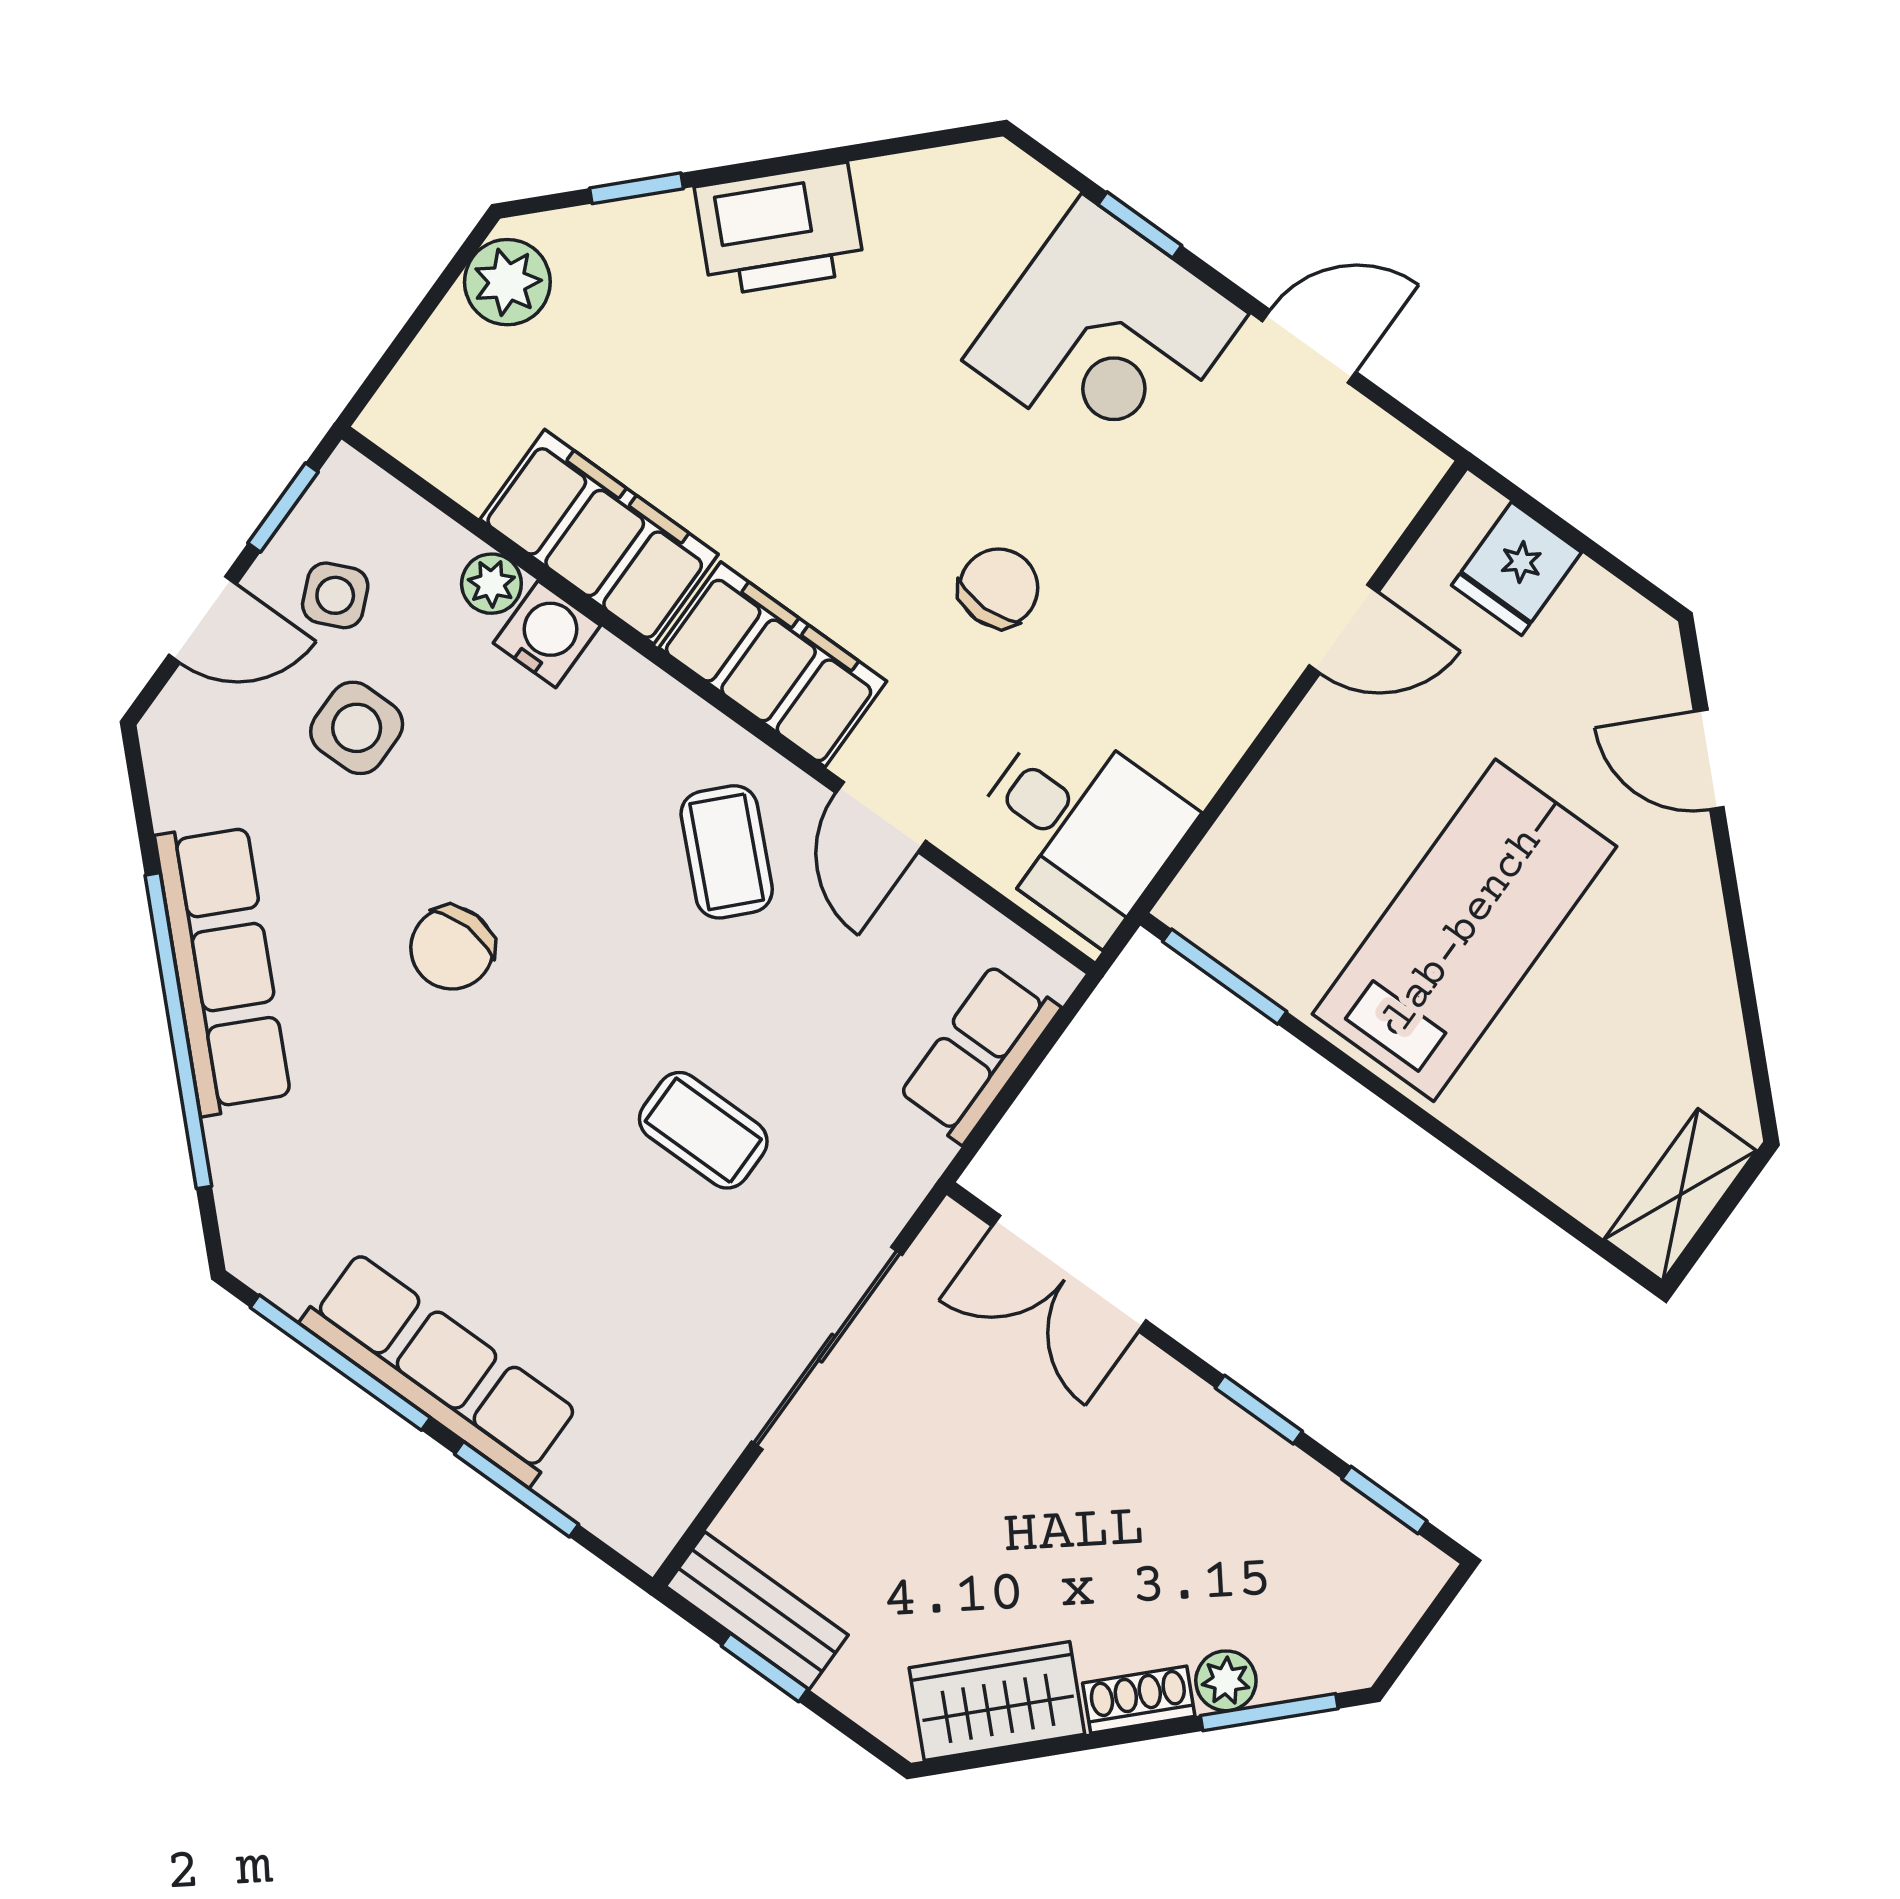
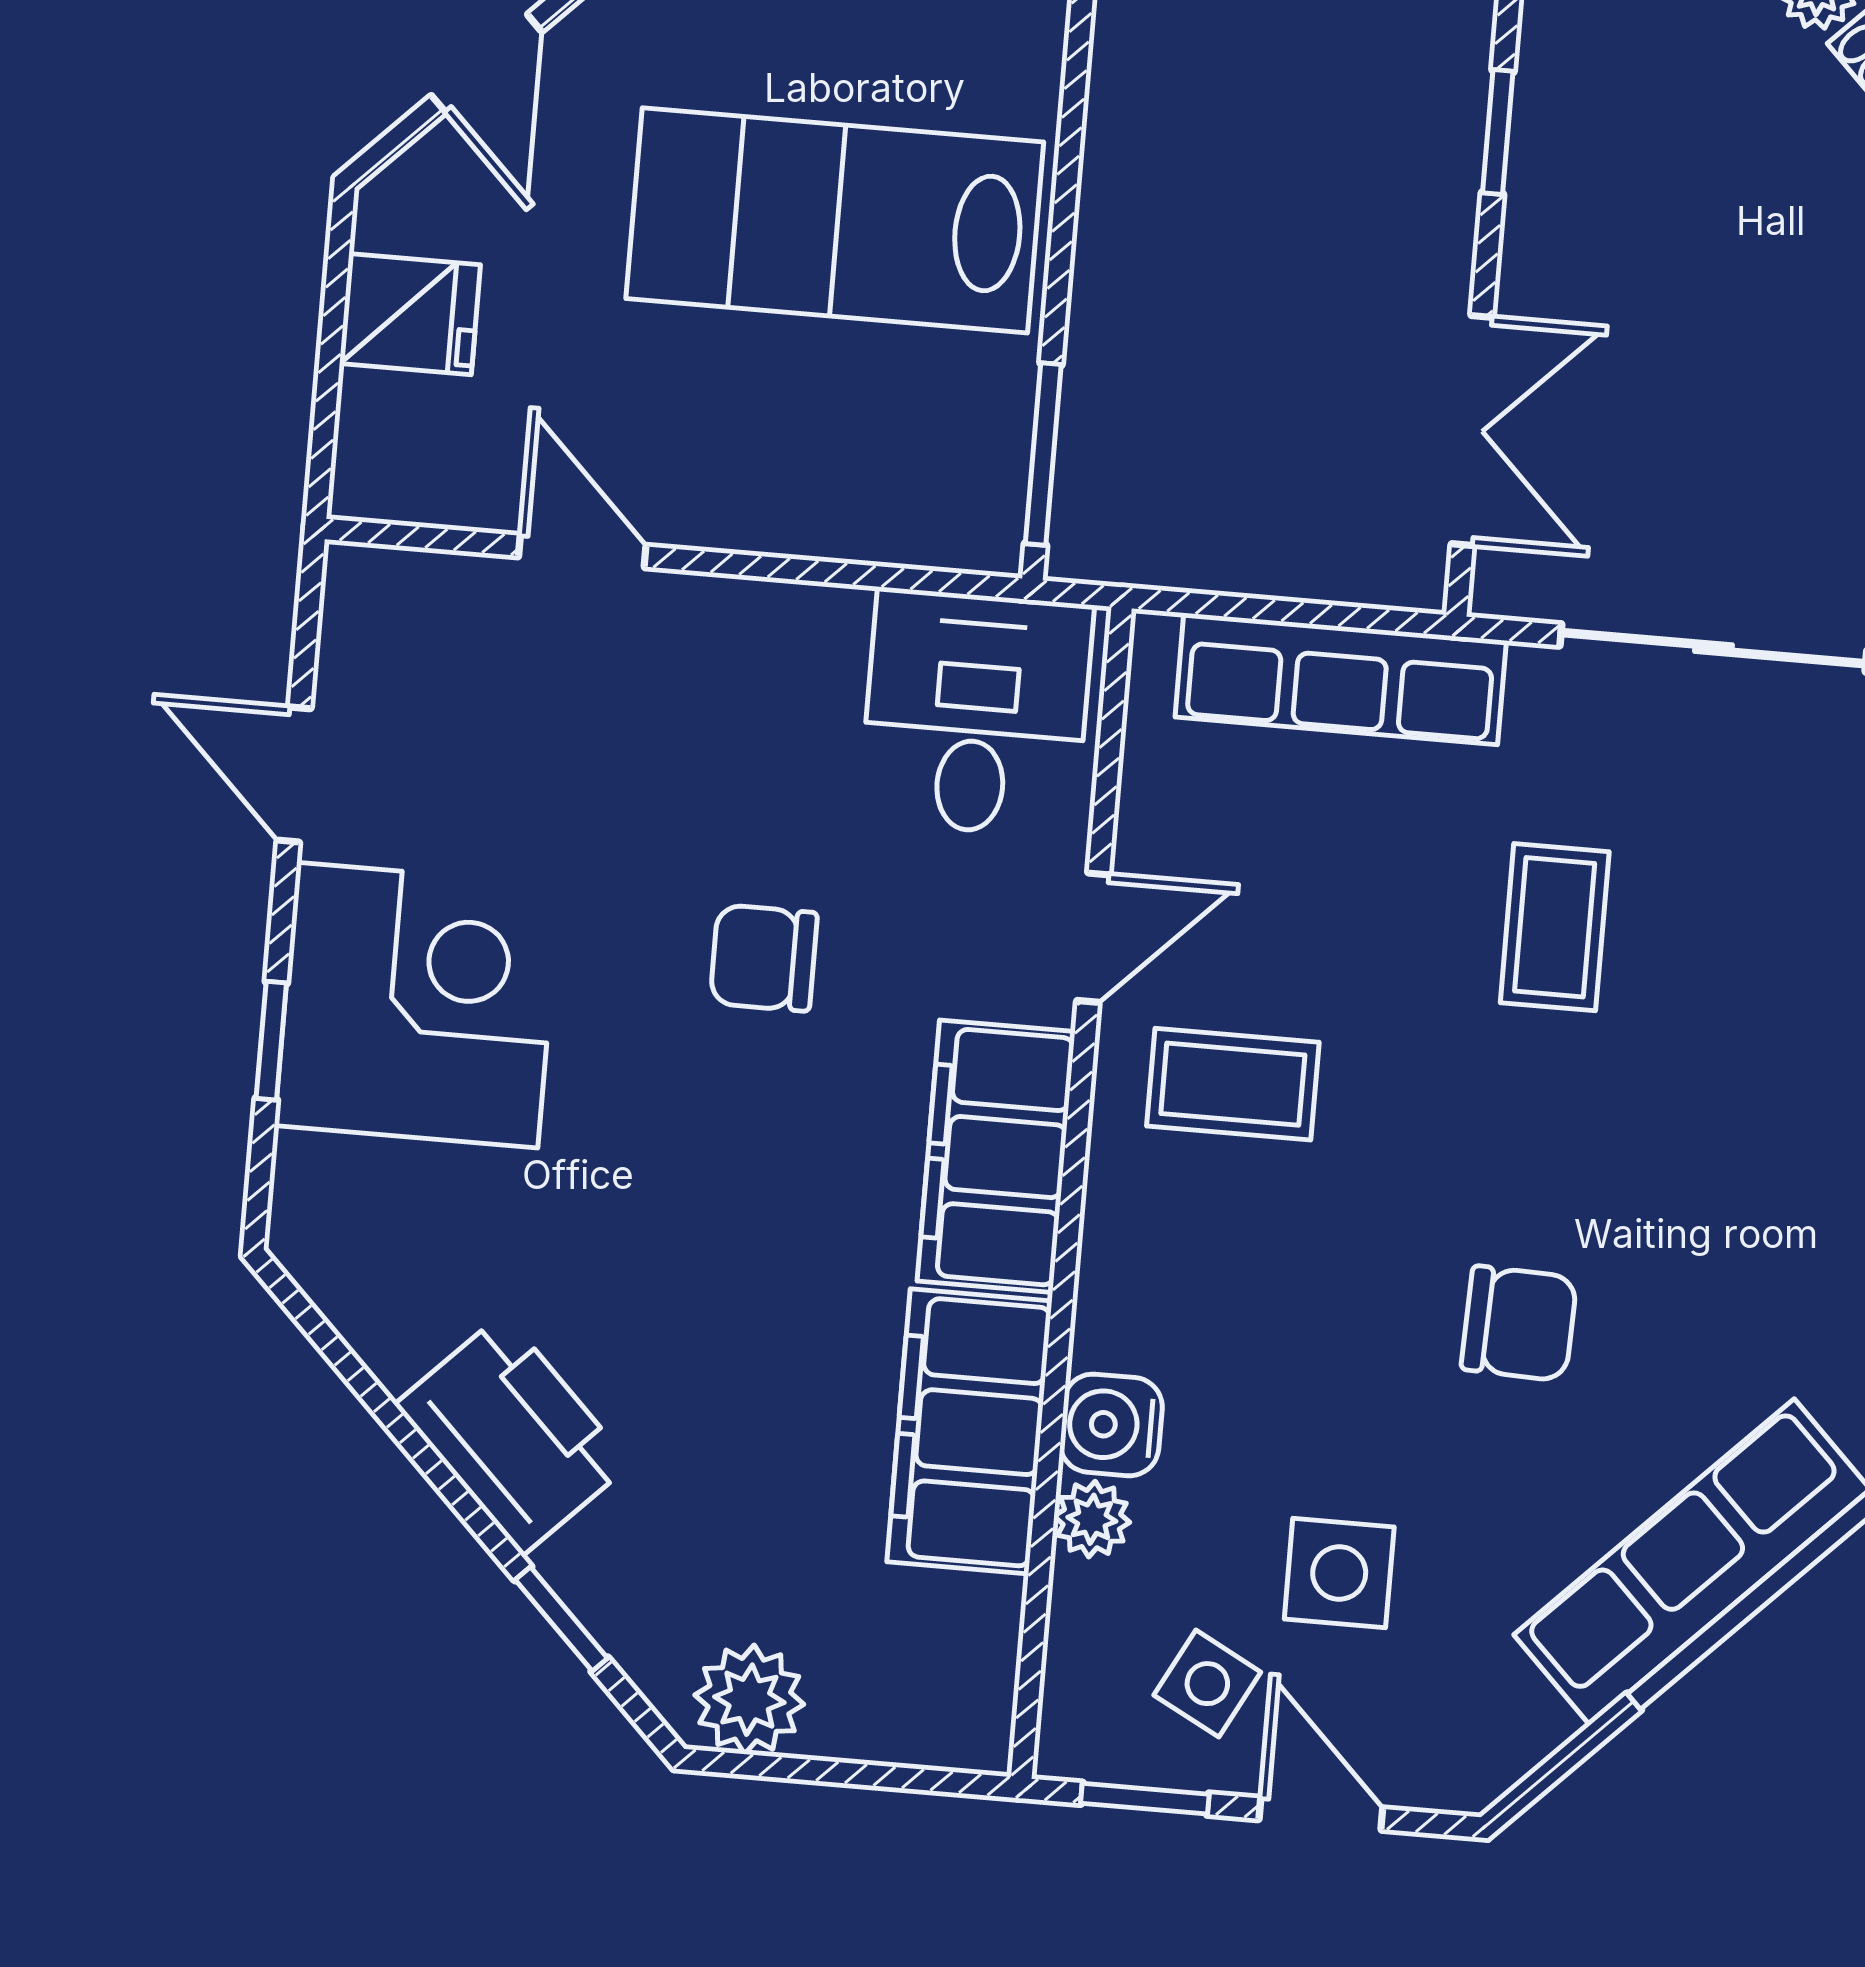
fridge: (1517, 569) -> (410, 314), moved
side table: (335, 595) -> (1207, 1684), turned -38
coffee table: (727, 852) -> (1233, 1084), turned 46
row of seats: (979, 1053) -> (1341, 679), width x1.48

